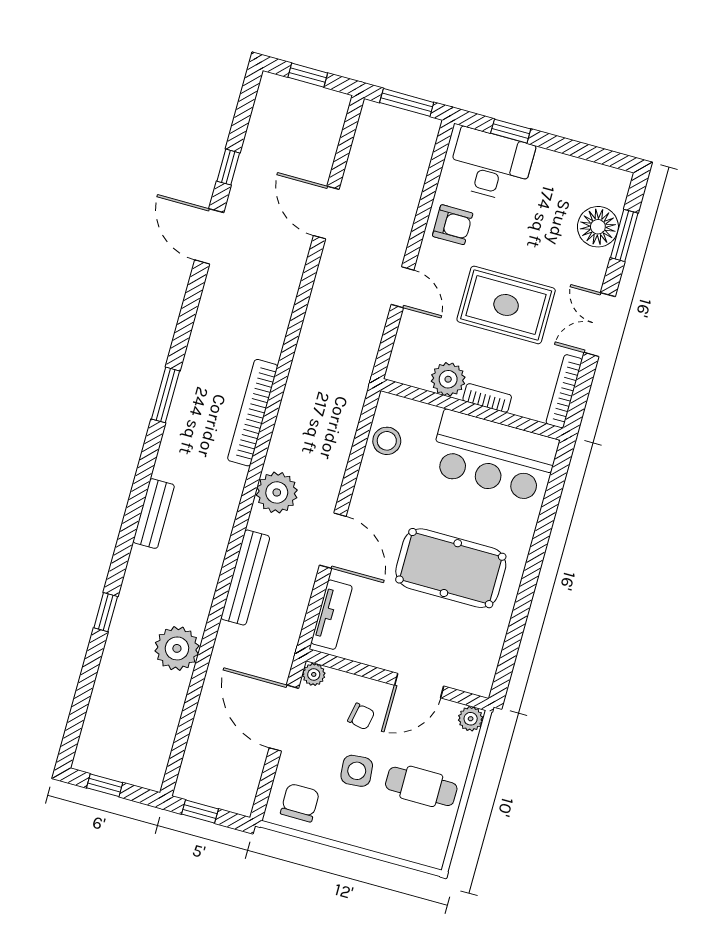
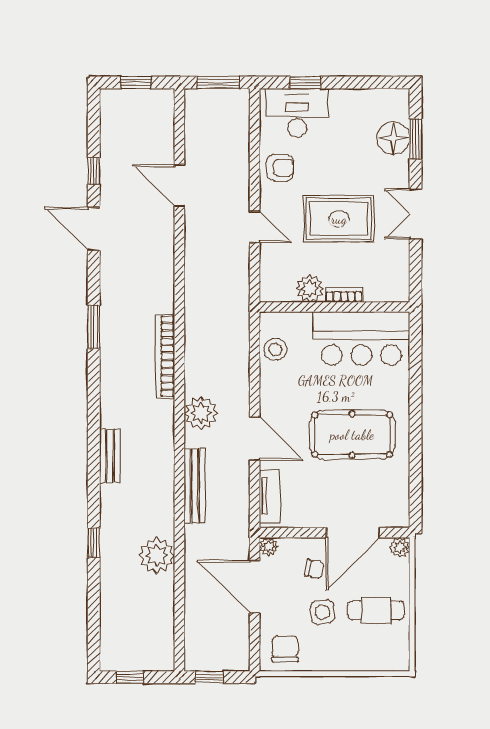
bookcase: (564, 391) -> (402, 273), removed
window: (165, 395) -> (94, 327), moved
door: (419, 686) -> (353, 533), width x1.36

